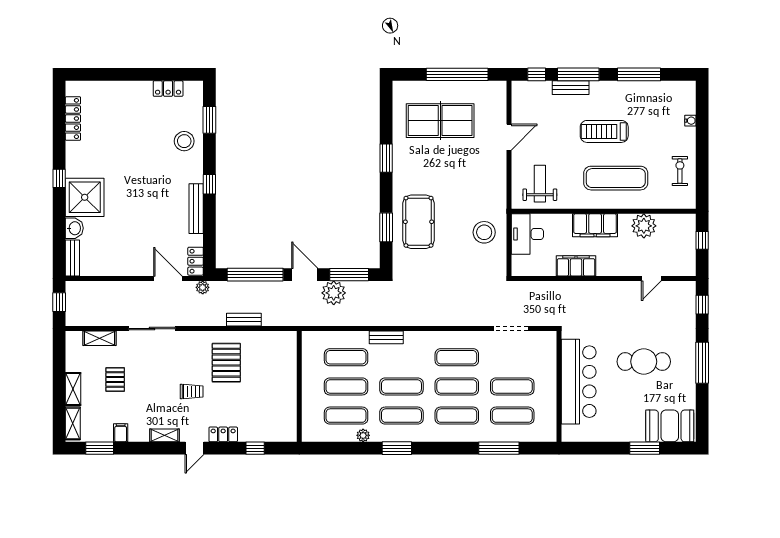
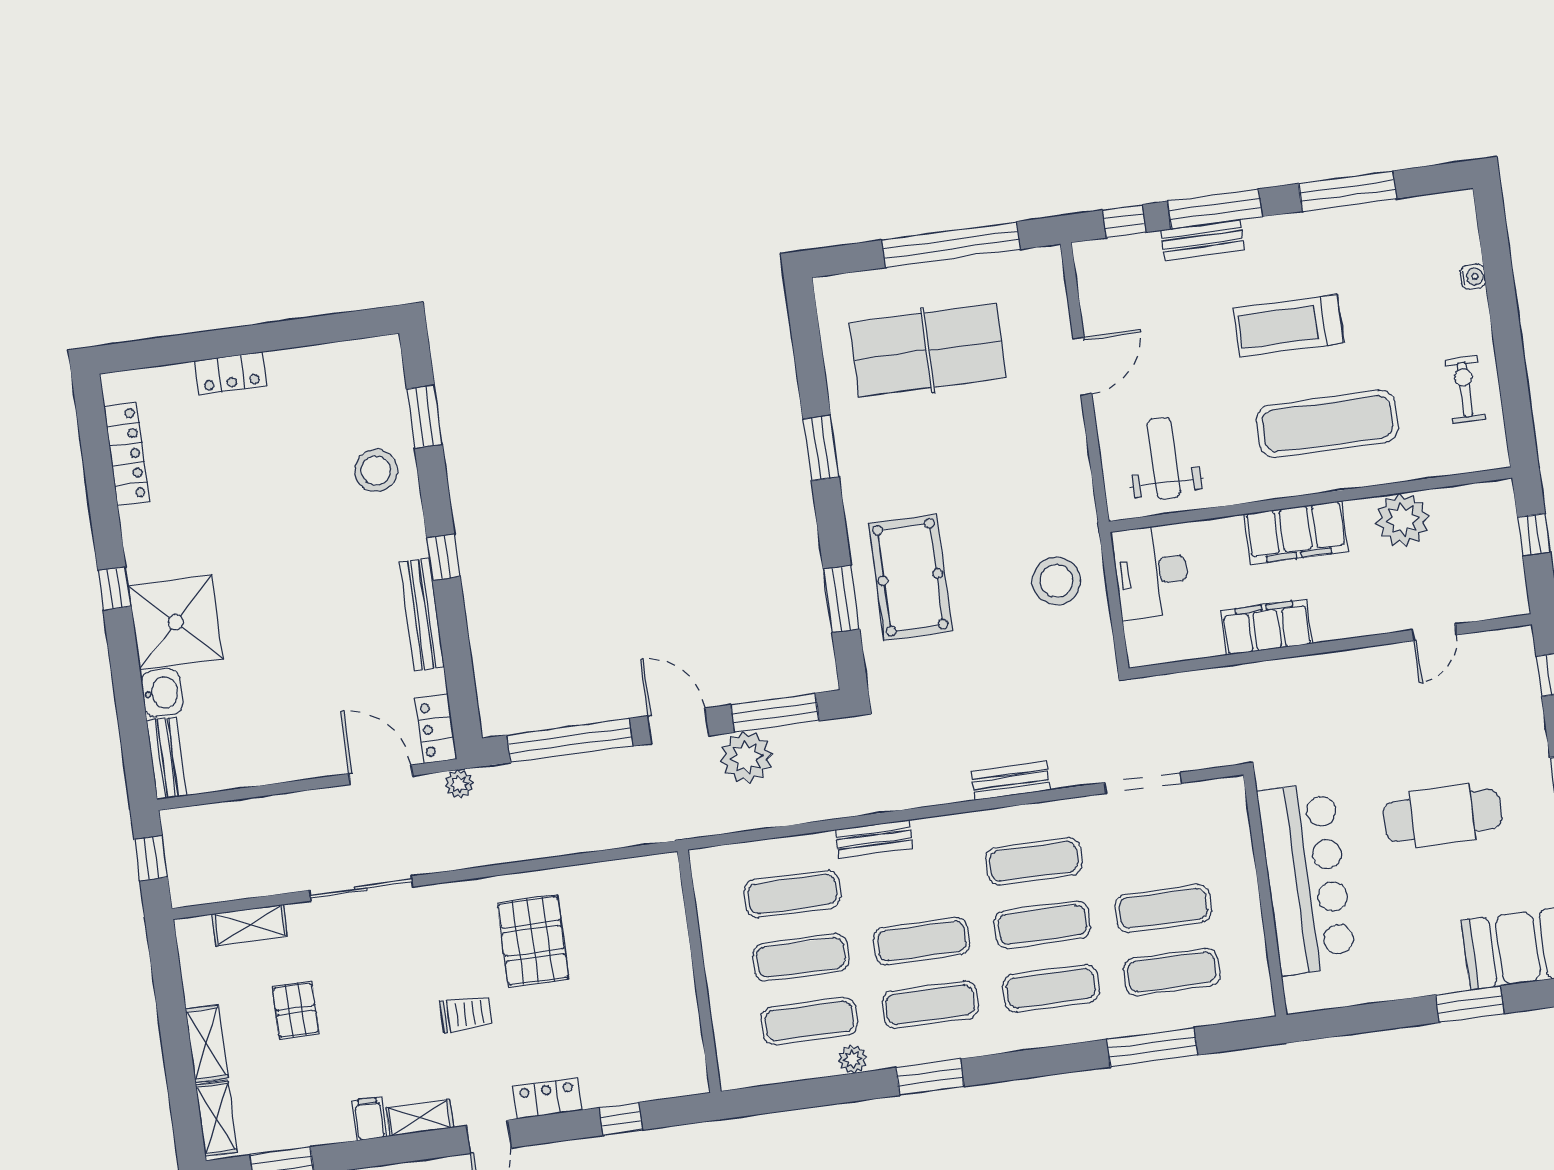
locker: (168, 89) -> (231, 373), moved
bench: (244, 320) -> (1011, 781), moved
filing cabinet: (121, 433) -> (369, 1119), moved

